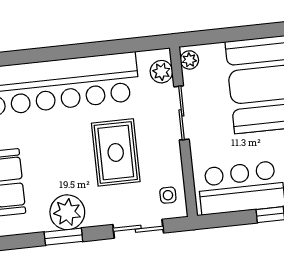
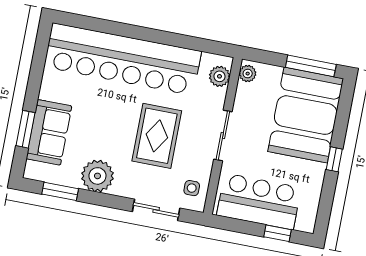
window: (252, 32) -> (311, 66), added
sliding door: (181, 113) -> (223, 135), moved
window: (63, 237) -> (60, 191), moved

